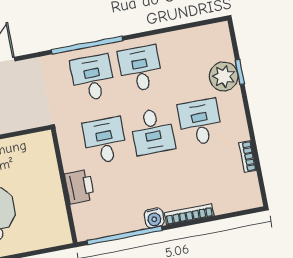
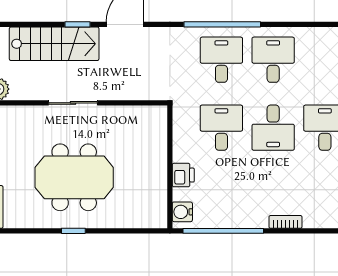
printer: (80, 187) -> (183, 175), width x0.73, depth x0.81
bookcase: (189, 214) -> (285, 222), width x0.64
water cooler: (154, 218) -> (182, 212), moved, turned 90

